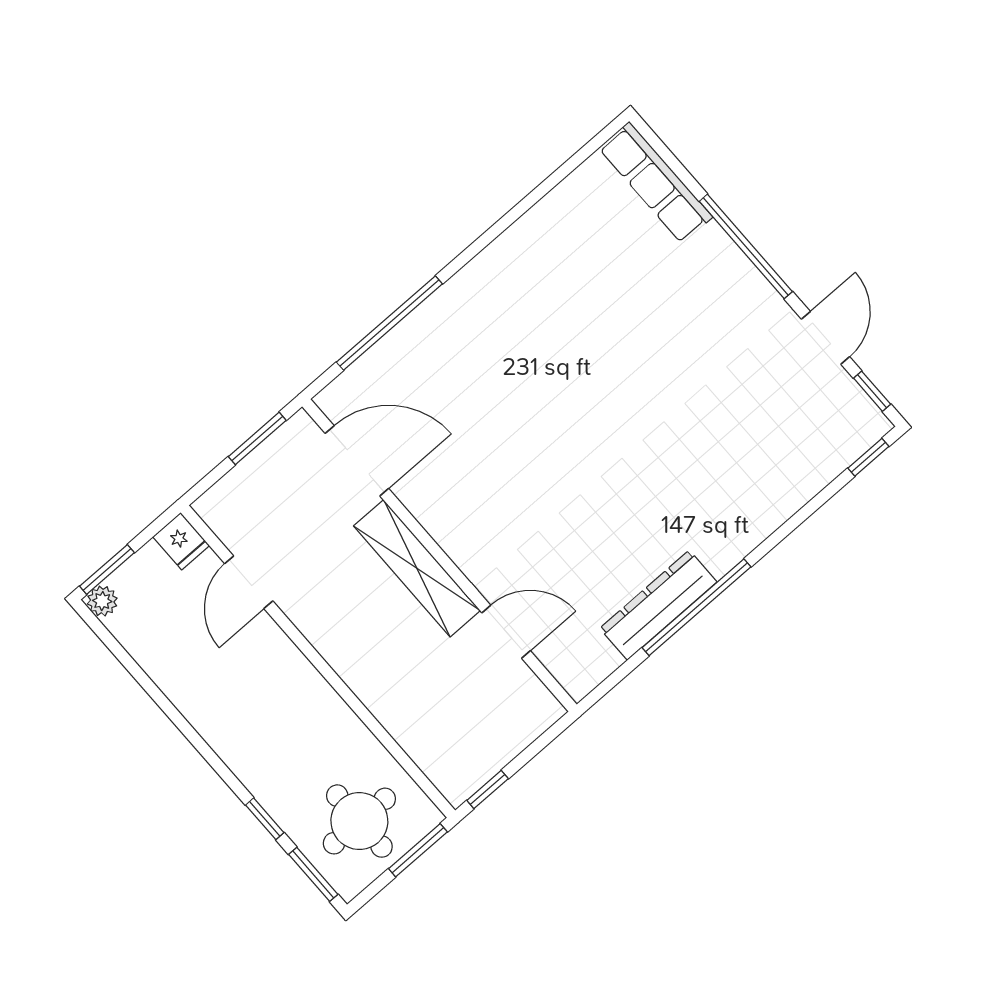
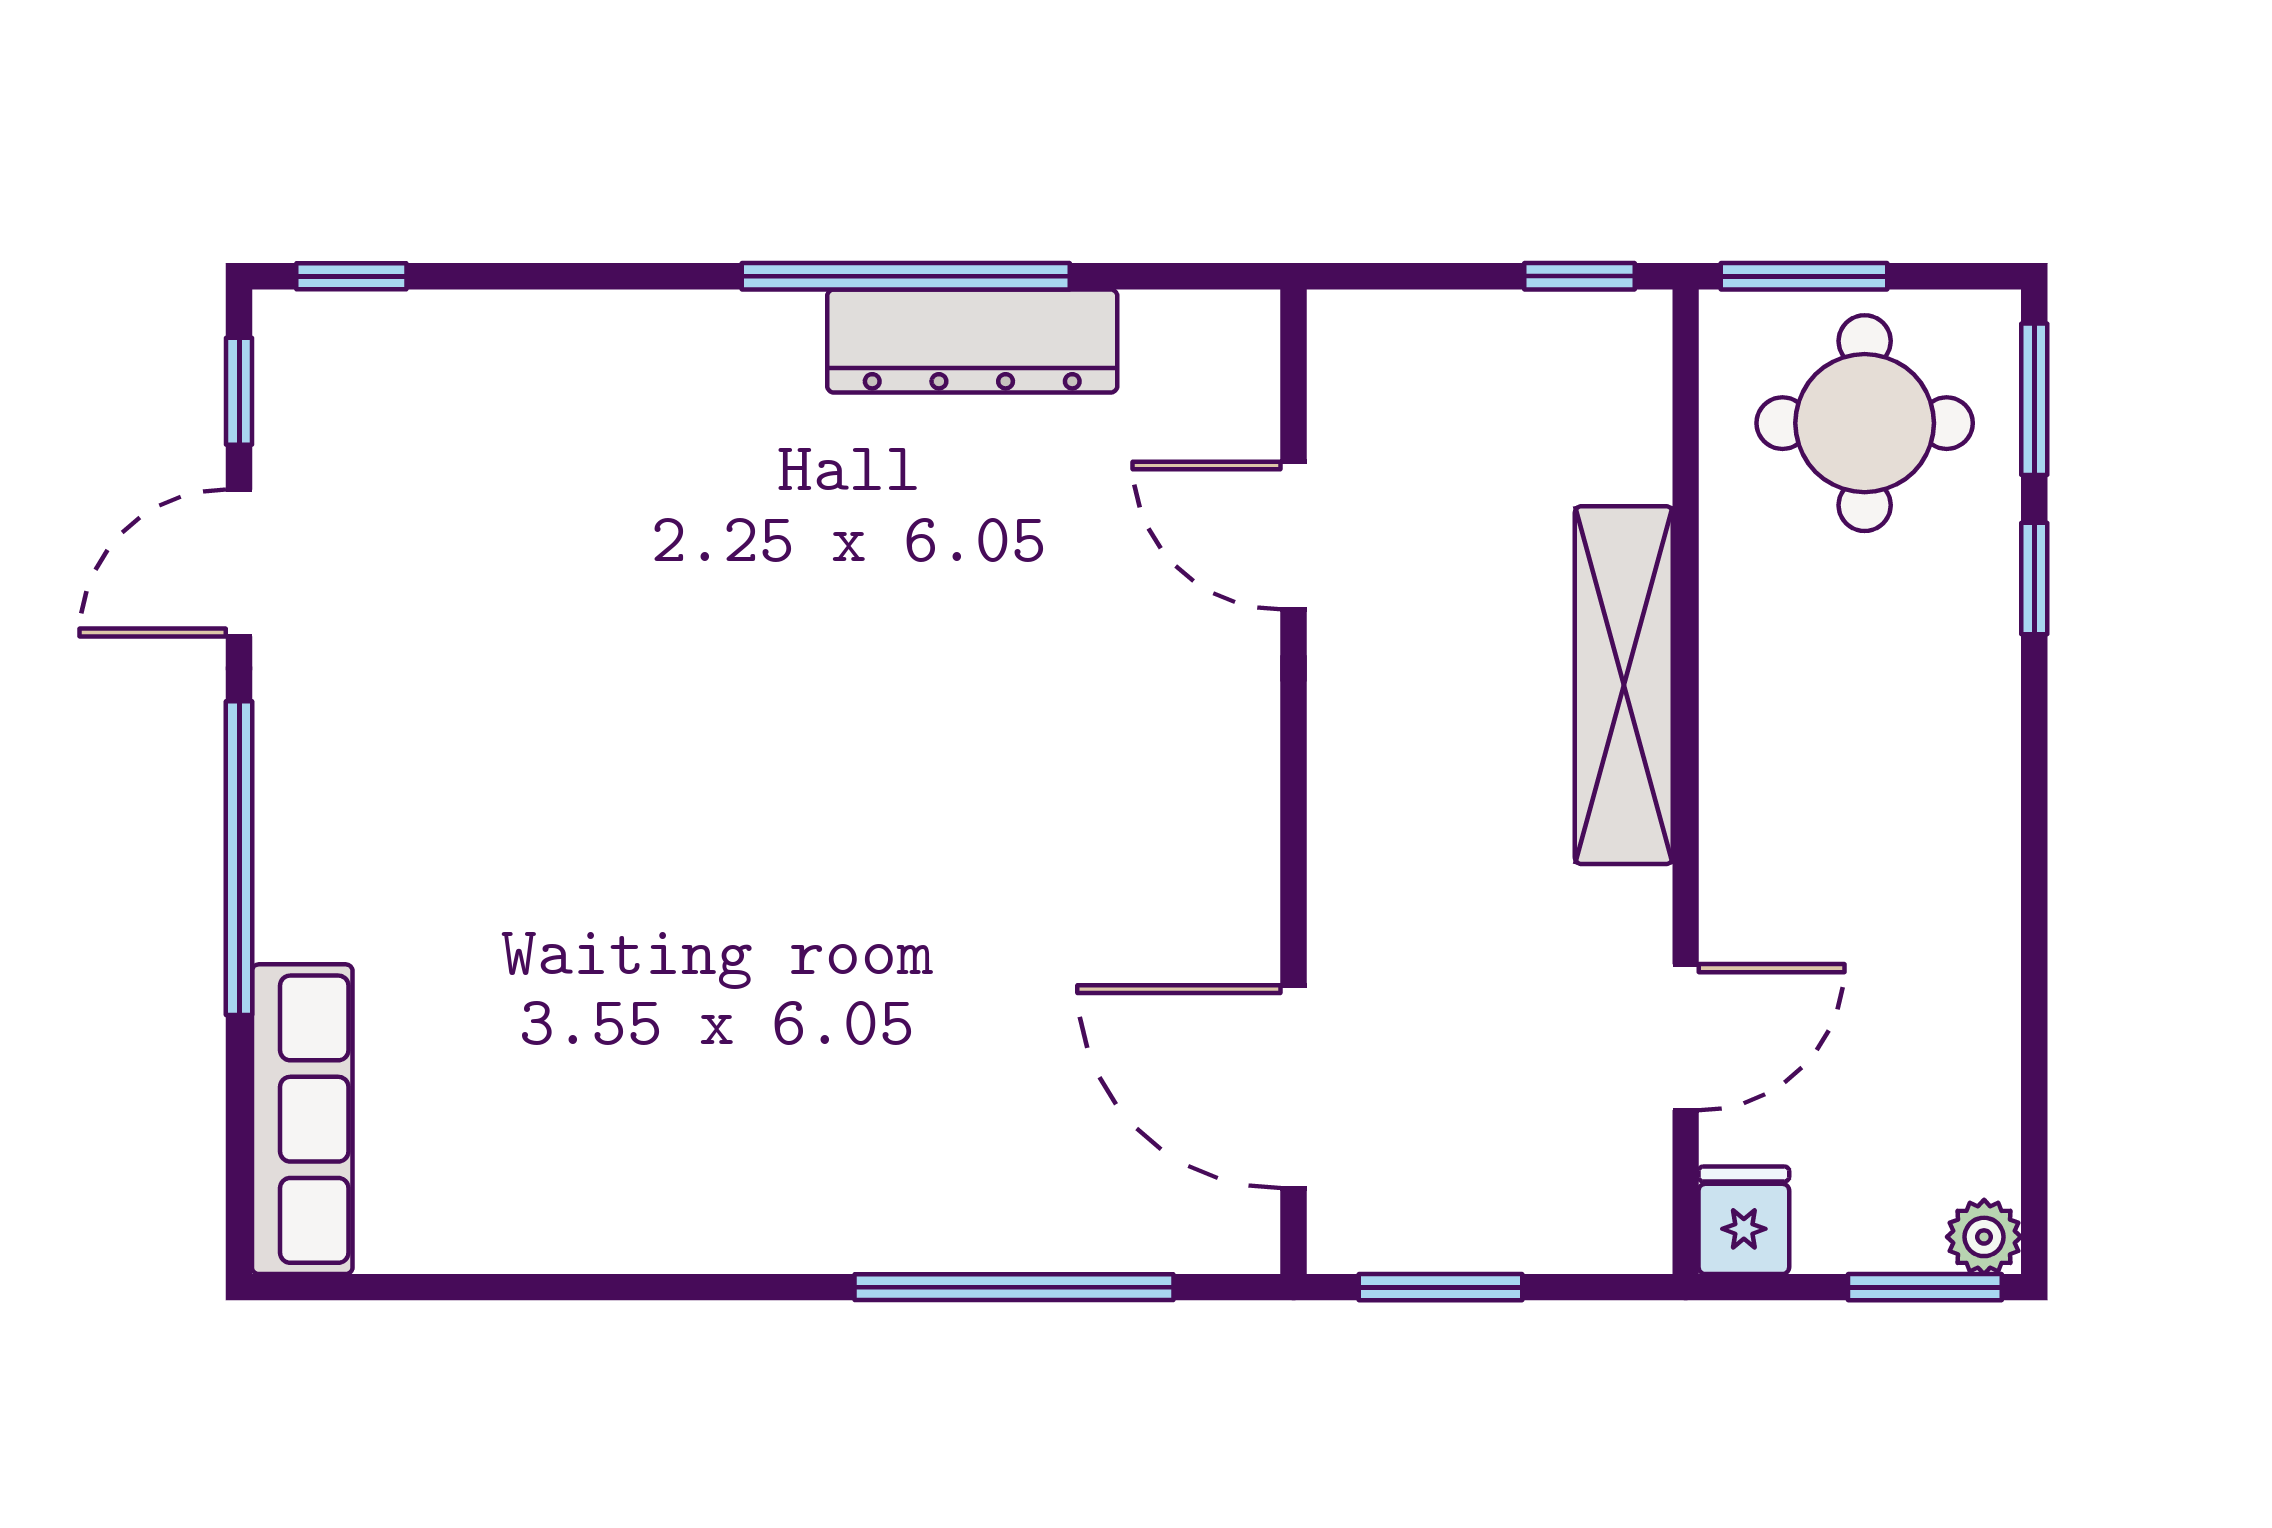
shelving: (417, 568) -> (1624, 685), moved

